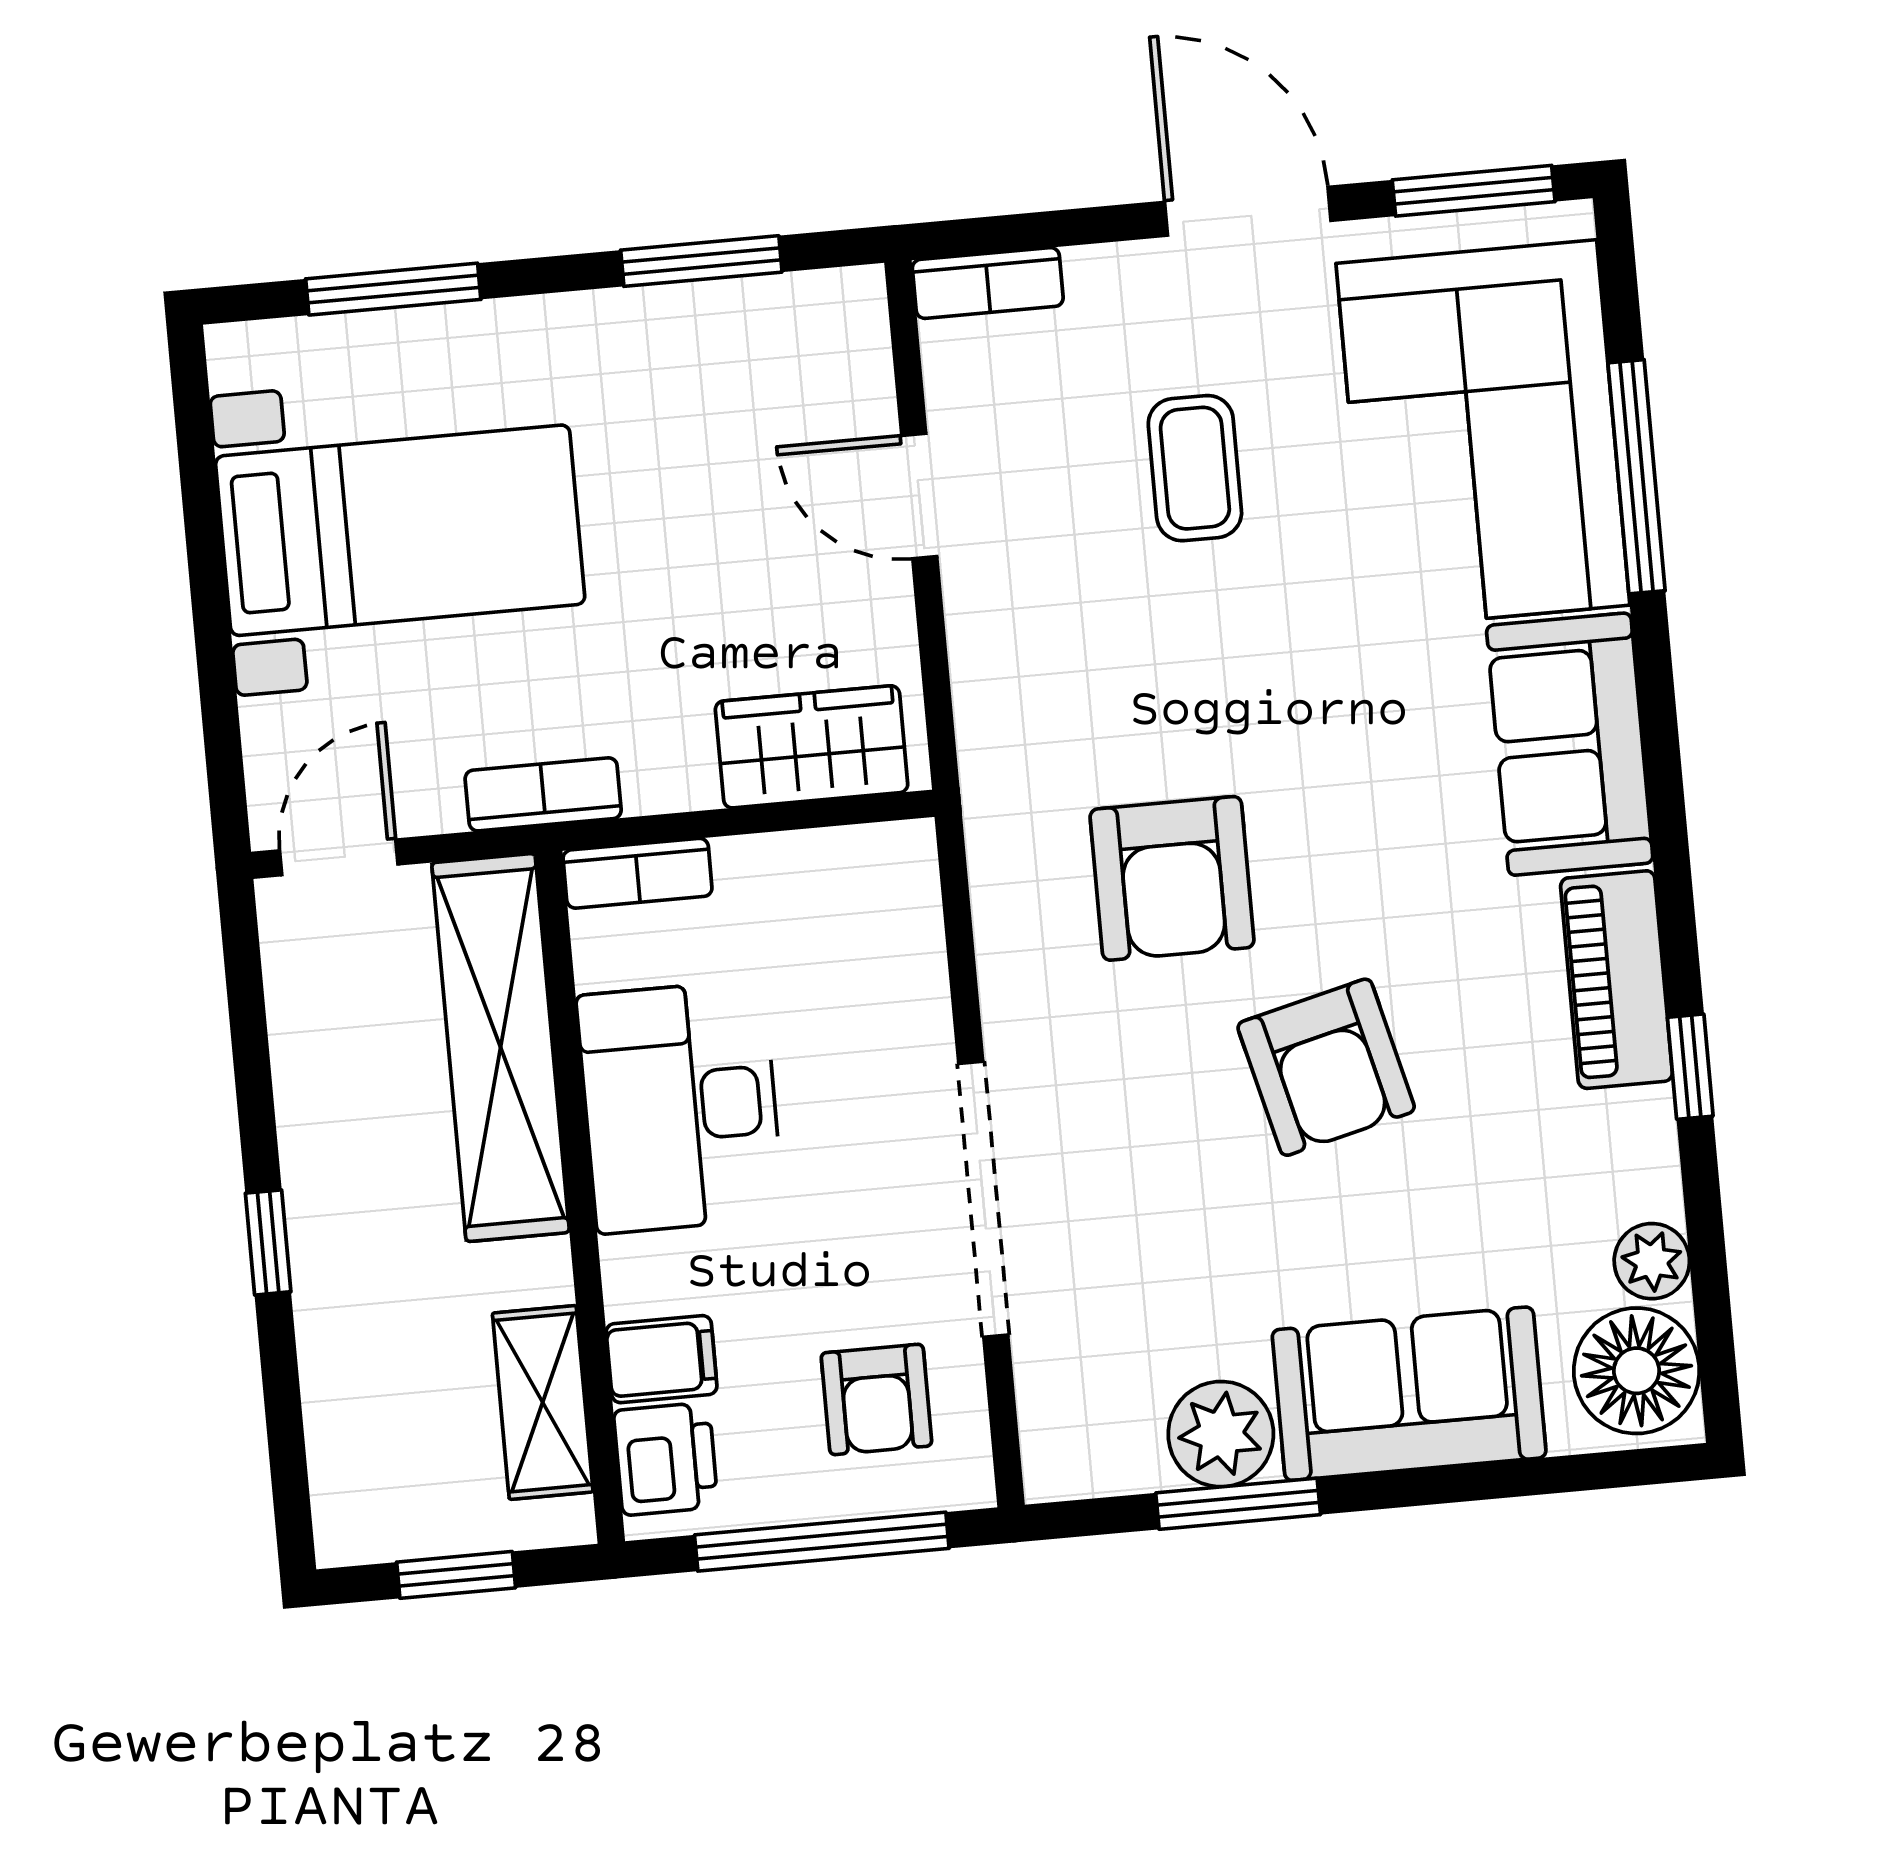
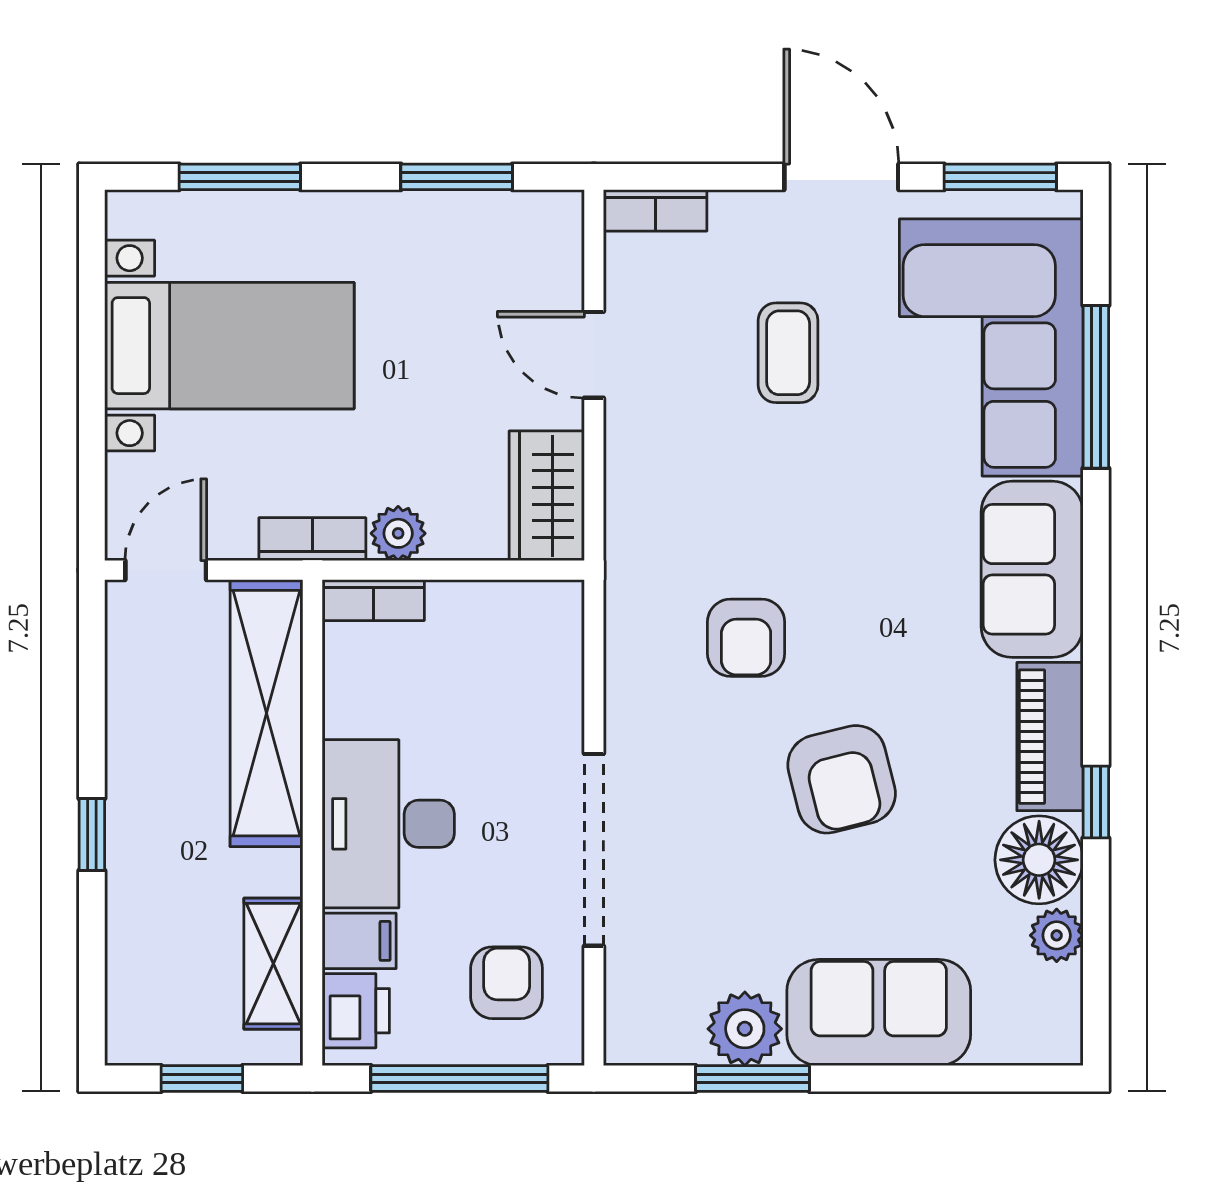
wardrobe: (812, 747) -> (547, 496), moved, turned -90
plant: (664, 775) -> (398, 533), added
armchair: (1172, 878) -> (746, 638), width x0.72, depth x0.72
desk: (680, 1107) -> (388, 824), moved
floor lamp: (1637, 1371) -> (1039, 860), moved
armchair: (876, 1399) -> (507, 983), turned 180

